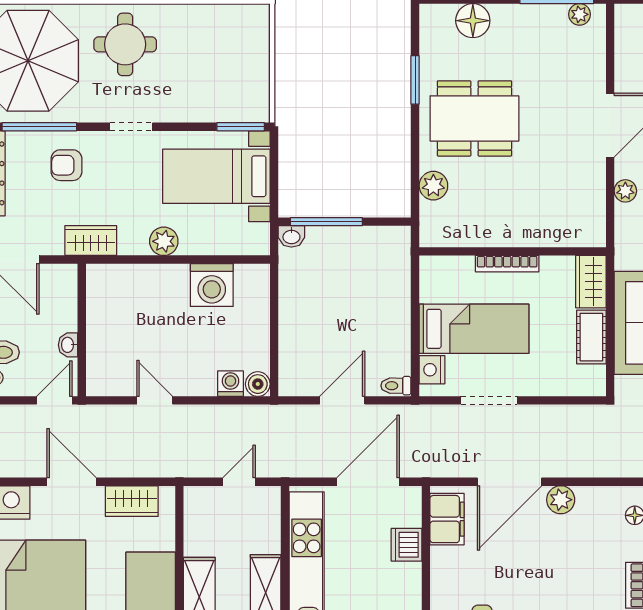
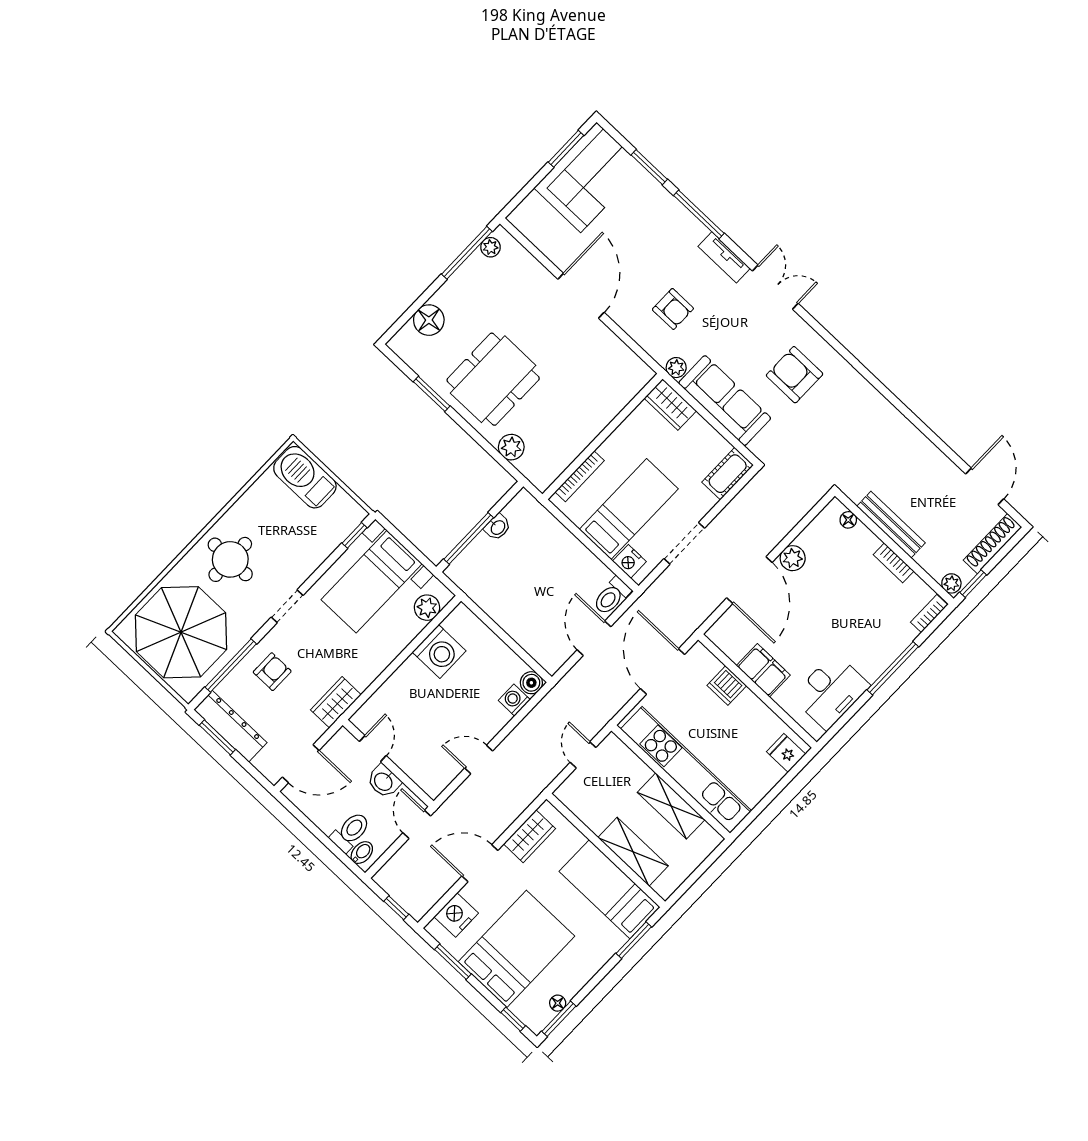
barbecue: (250, 41) -> (305, 477), added
window: (241, 127) -> (355, 535), width x0.67
armchair: (66, 165) -> (272, 672), turned 180
plant: (625, 191) -> (676, 368), moved
washbasin: (291, 236) -> (498, 527), moved
plant: (164, 241) -> (427, 608), moved
bookcase: (507, 264) -> (580, 476), moved
door: (82, 306) -> (373, 749), added
cot: (591, 337) -> (728, 474), moved, turned 90
washbasin: (68, 345) -> (384, 781), width x1.38, depth x1.45
toilet: (396, 386) -> (612, 596), width x1.37, depth x1.39
filing cabinet: (447, 519) -> (763, 670), moved

